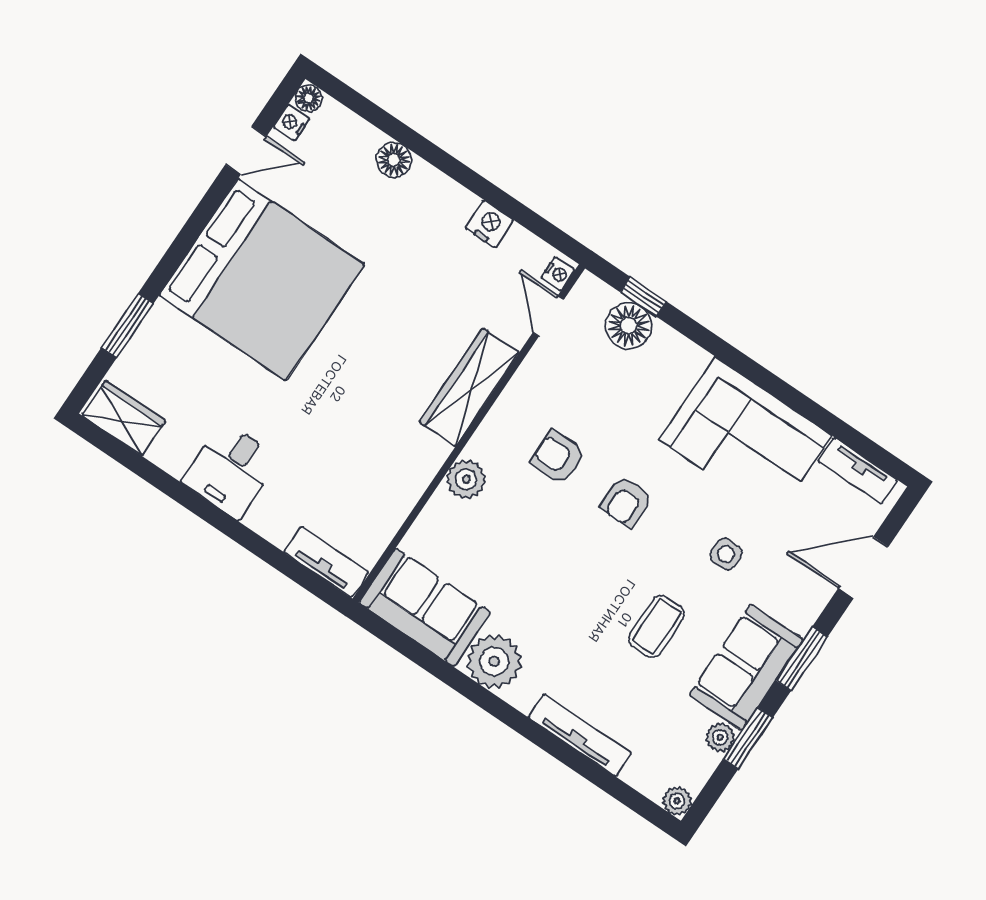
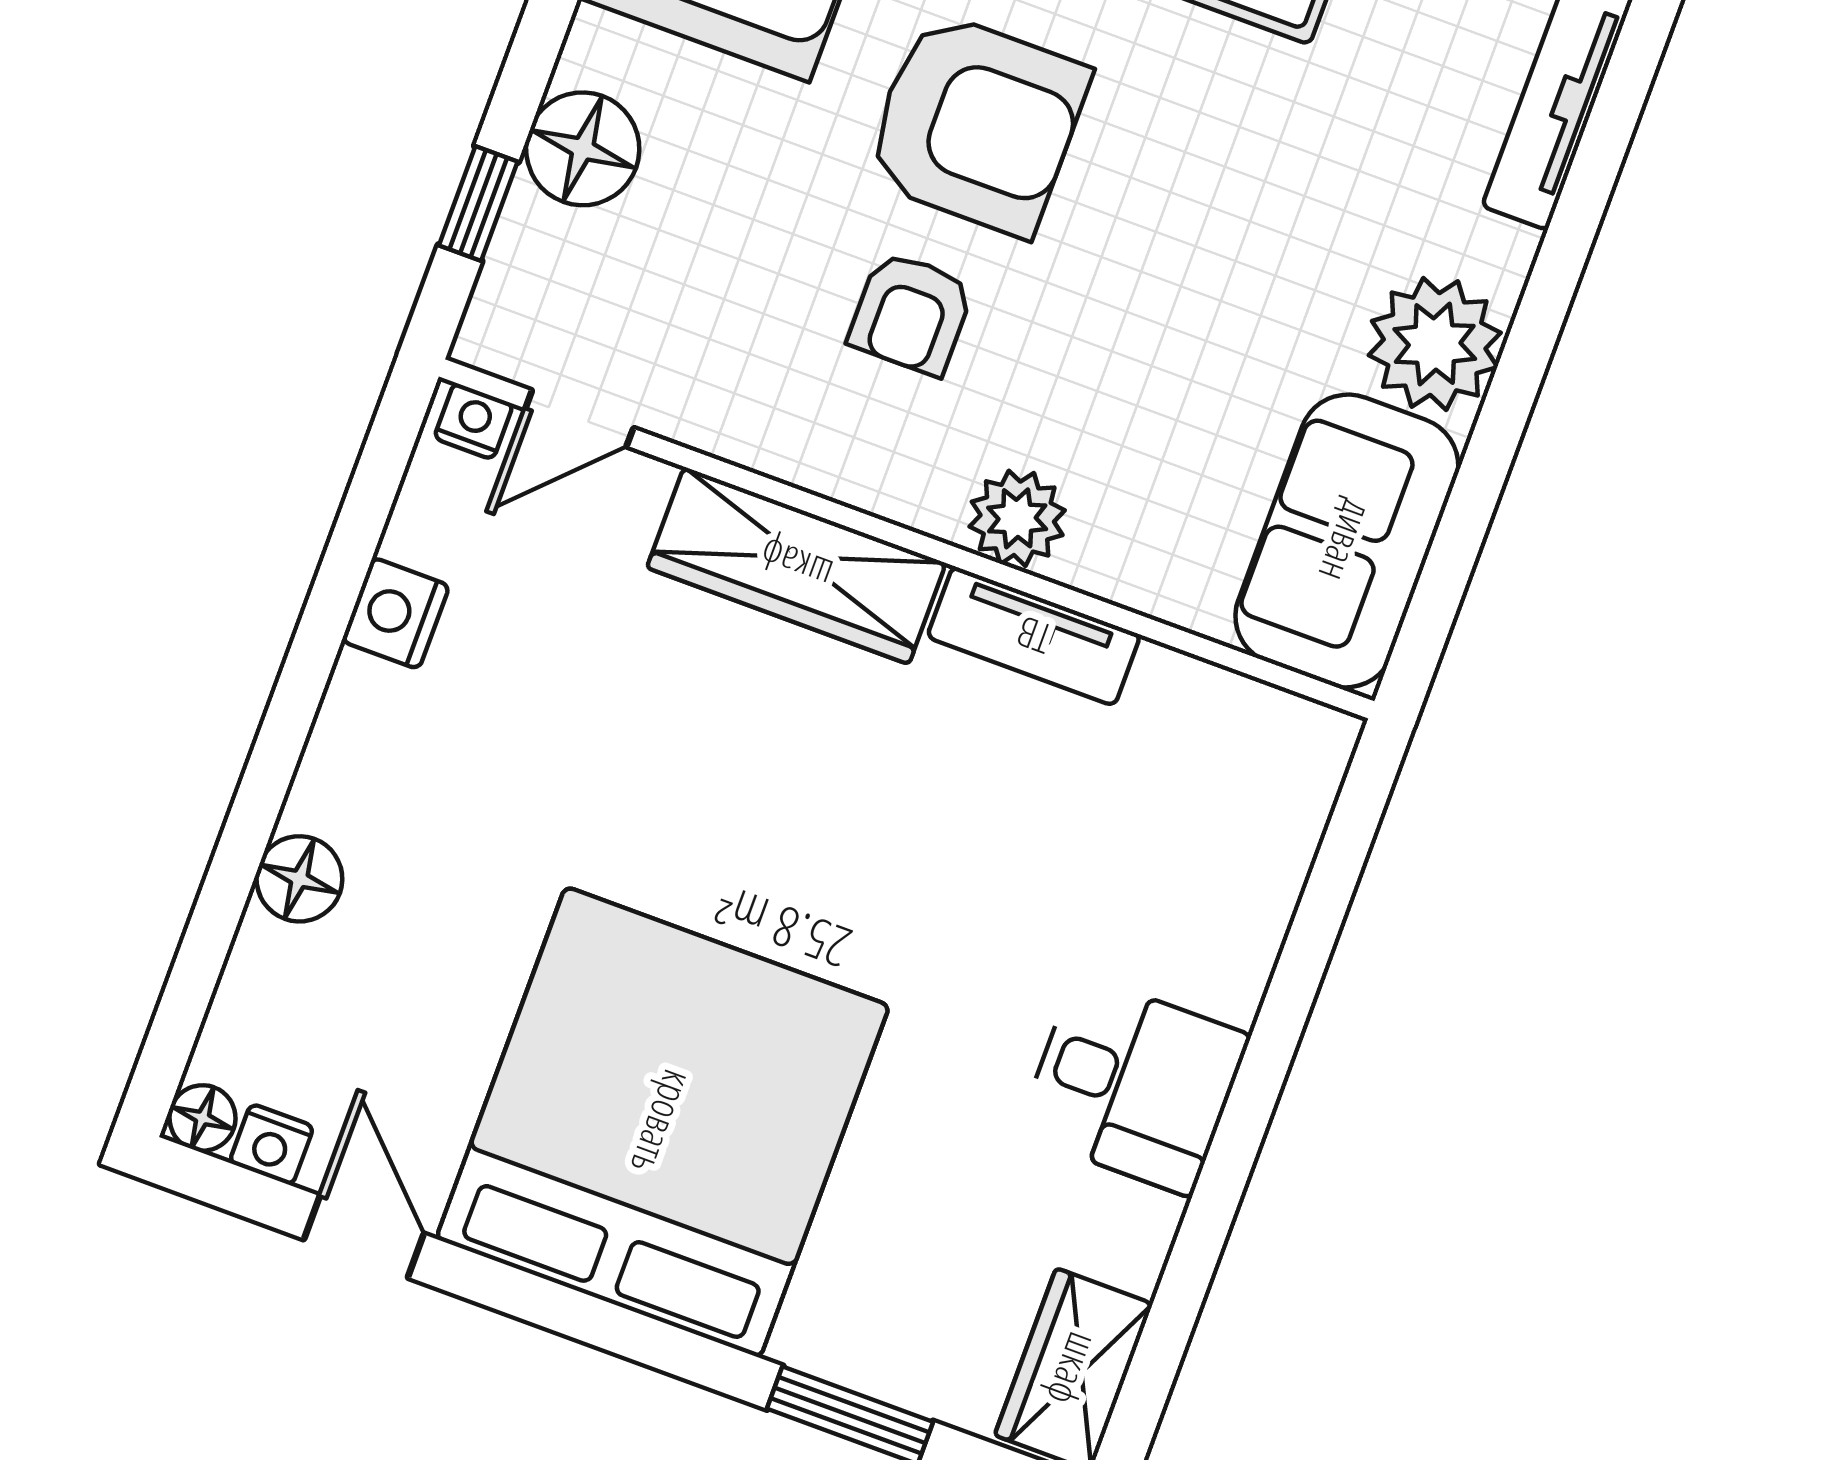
floor lamp: (629, 326) -> (583, 149), moved
armchair: (626, 502) -> (976, 124), width x1.88, depth x1.88
tv unit: (326, 562) -> (1034, 636), moved, turned -90

